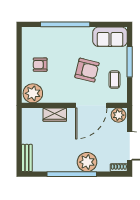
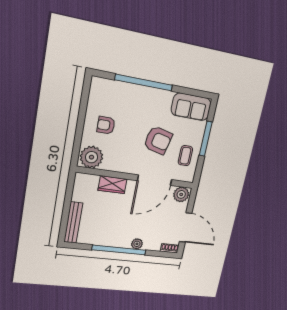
bench: (27, 158) -> (73, 223), width x1.36
plant: (87, 162) -> (137, 244), width x0.53, depth x0.53

